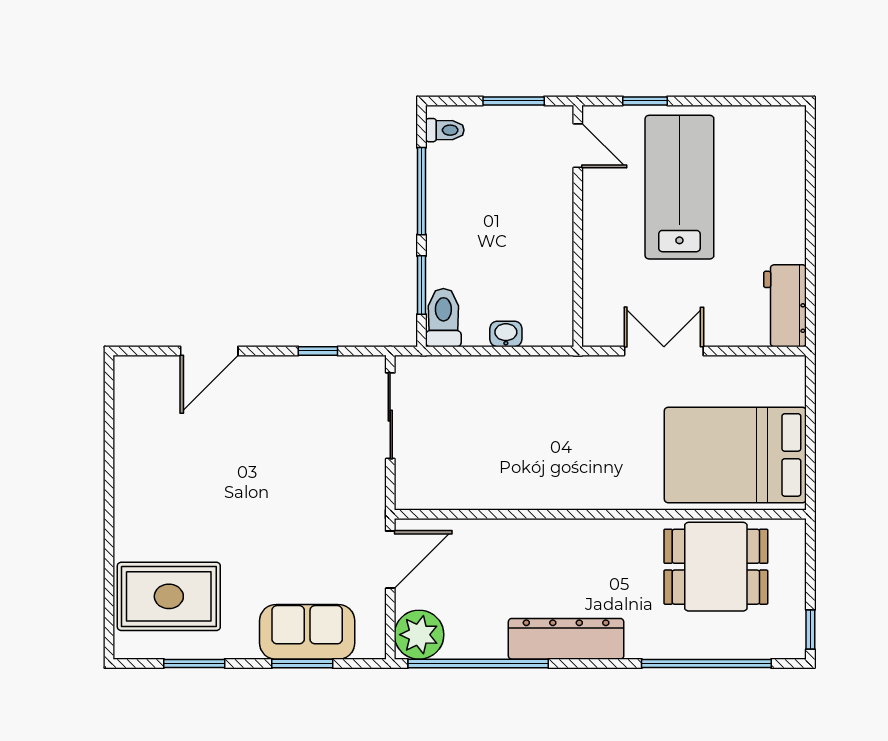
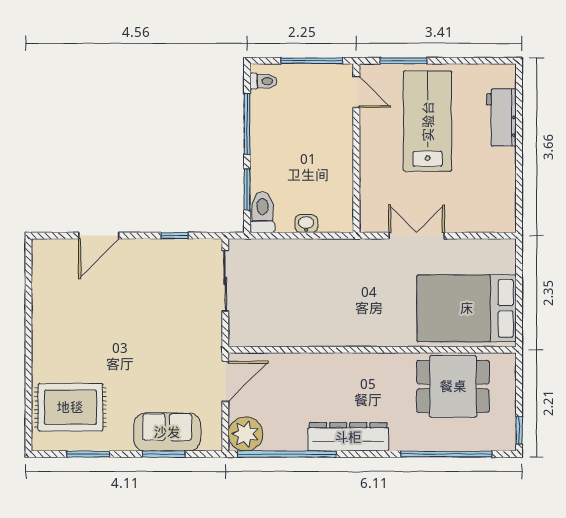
window: (514, 101) -> (311, 61), width x1.44
window: (645, 101) -> (403, 61), width x1.50
workbench: (785, 306) -> (501, 118), moved

